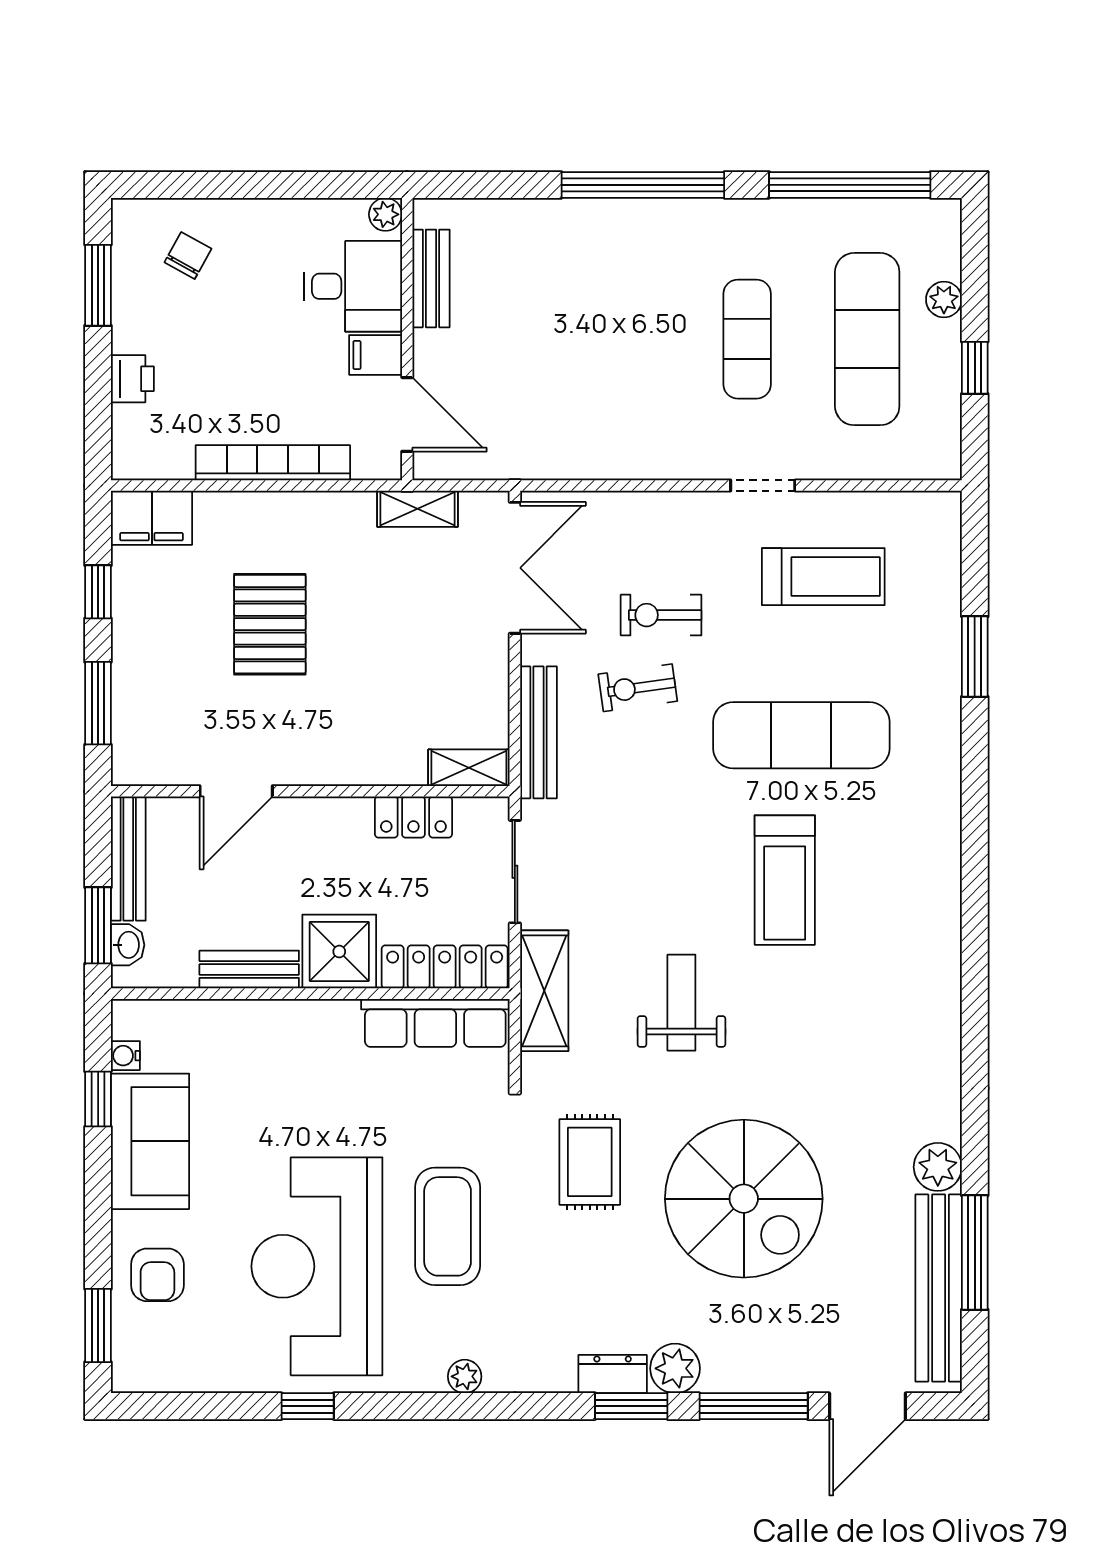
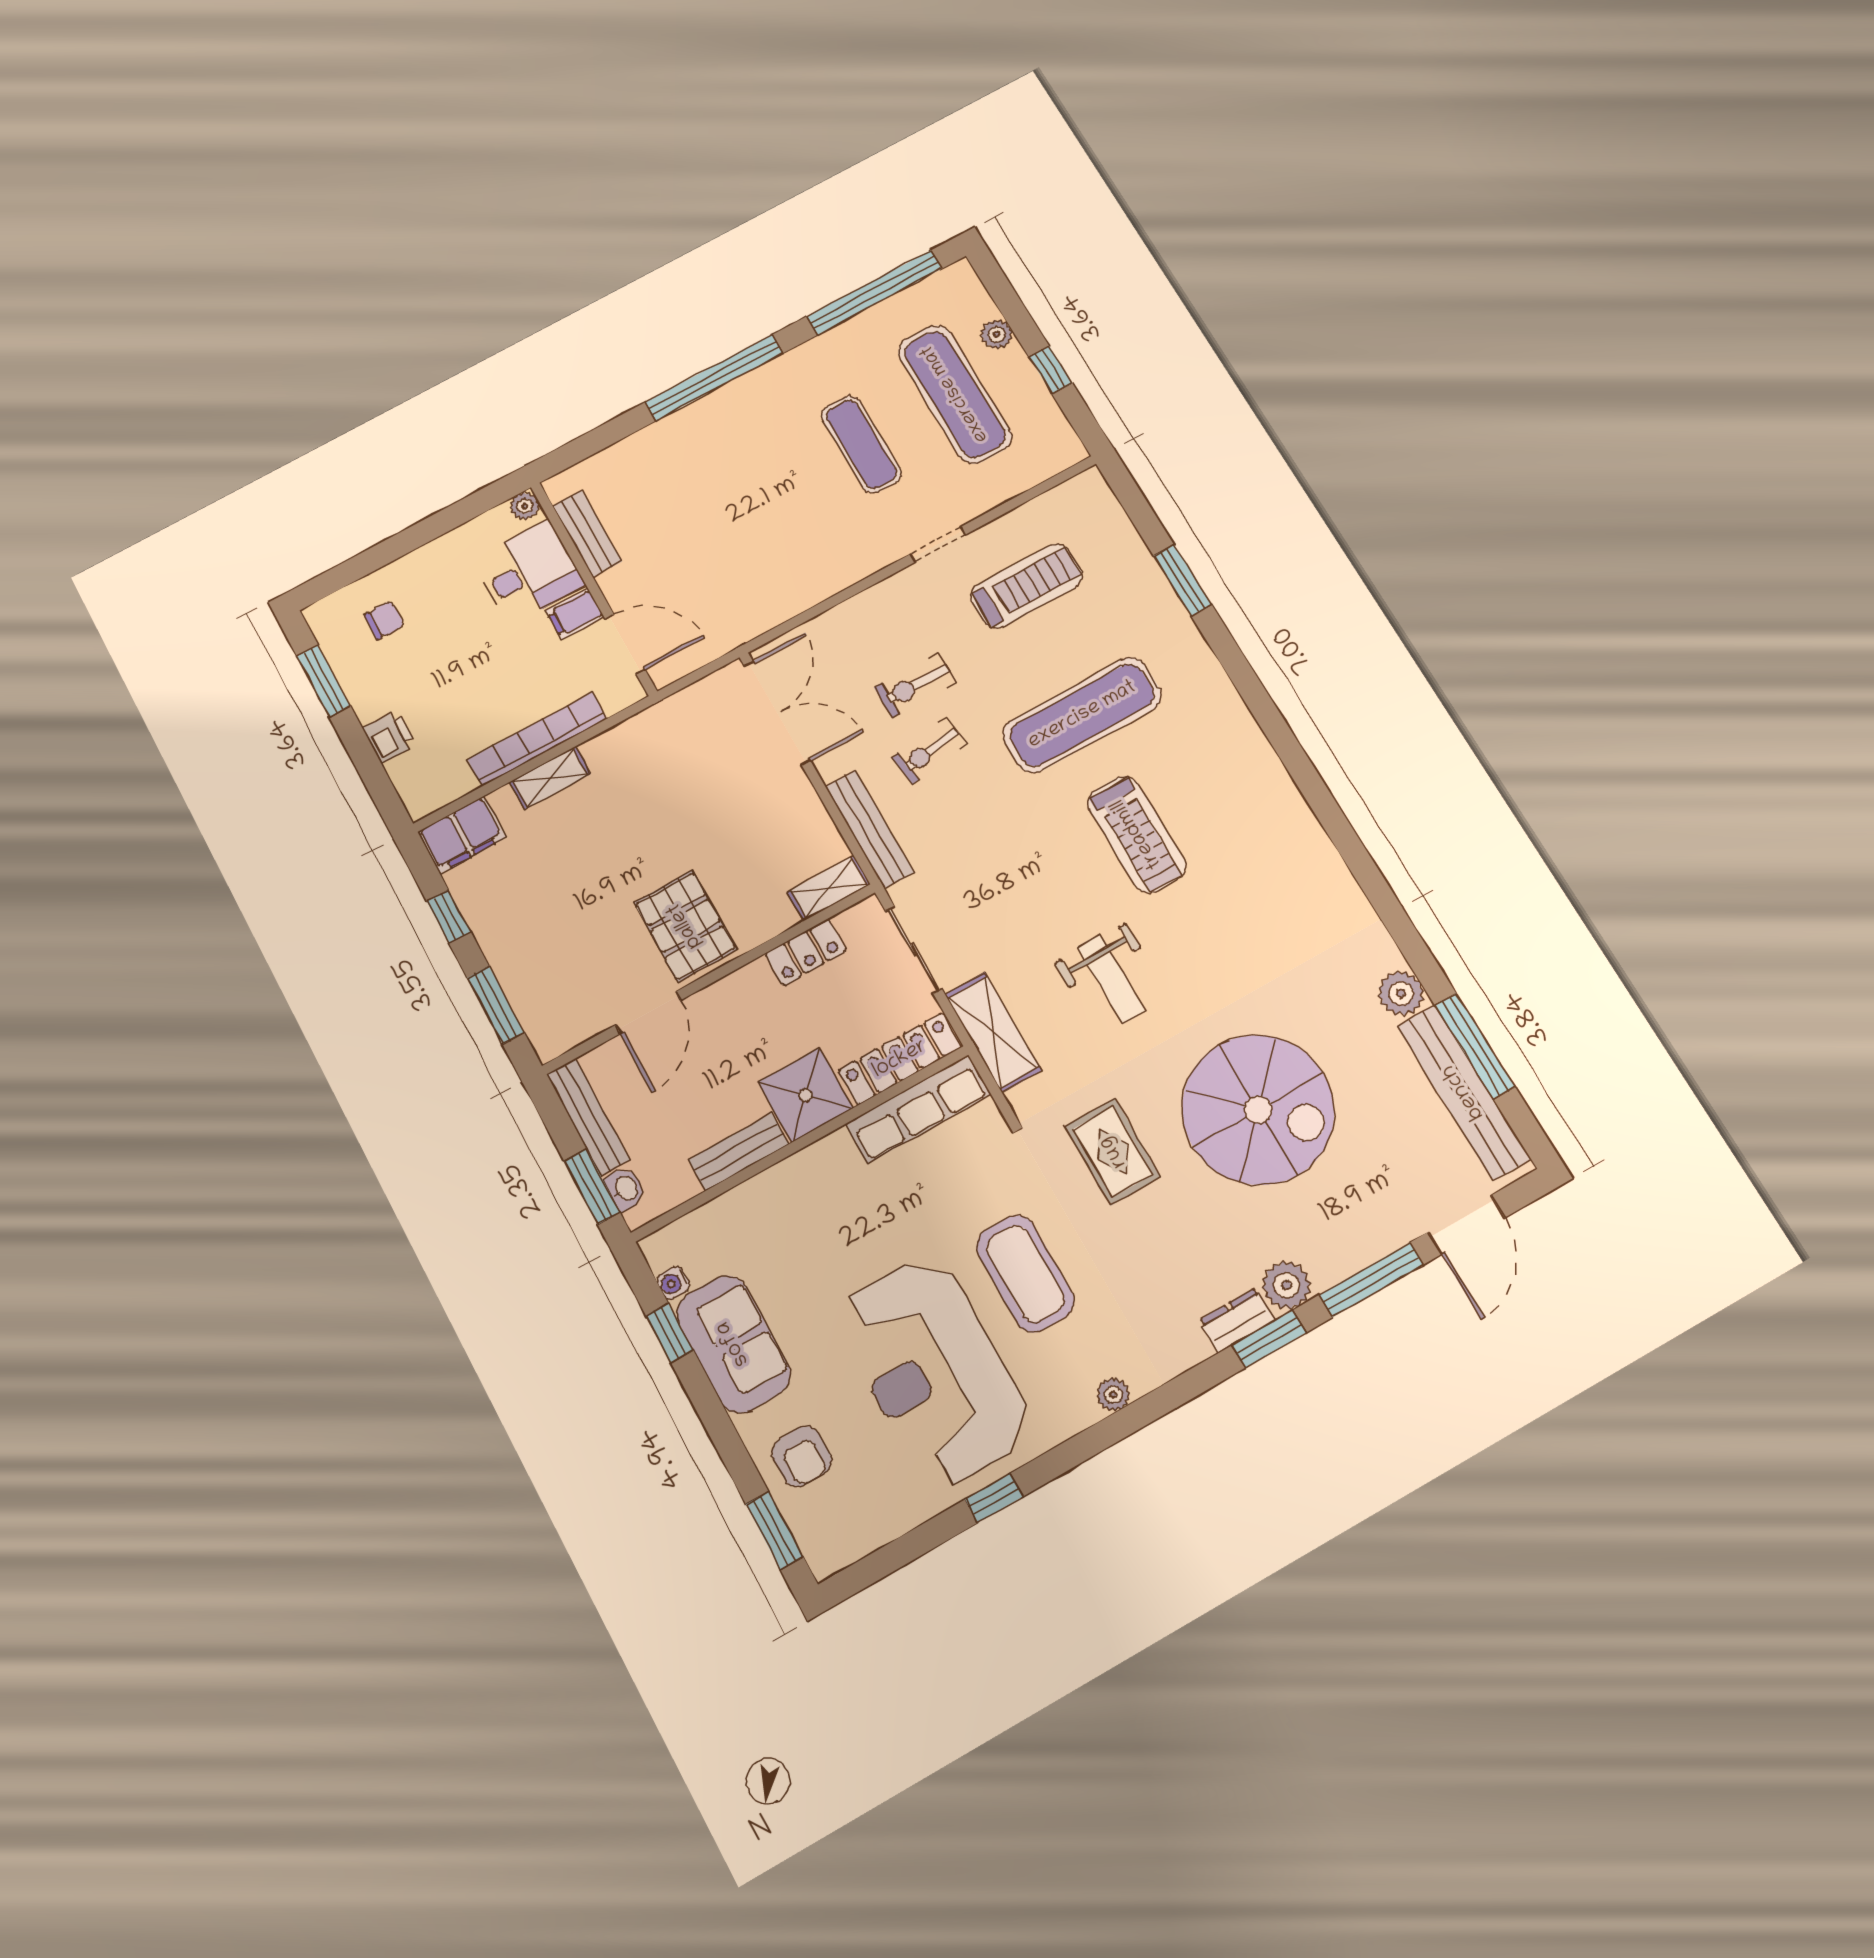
chair: (188, 255) -> (384, 620), turned 61
shelving: (418, 509) -> (550, 778), moved
pallet: (270, 624) -> (685, 926), moved
weight bench: (681, 1003) -> (1111, 979), turned 180

